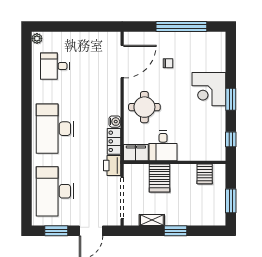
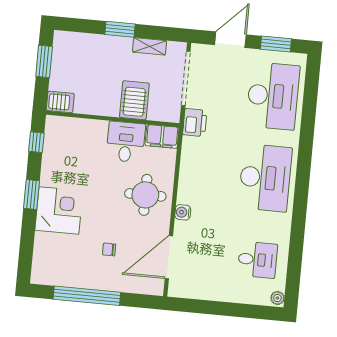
water cooler: (115, 122) -> (183, 212), moved
locker: (114, 141) -> (189, 154), removed
server rack: (205, 174) -> (60, 102), moved, turned 90

